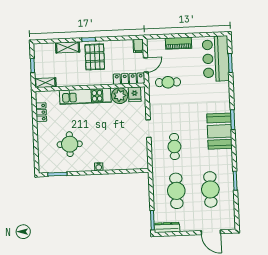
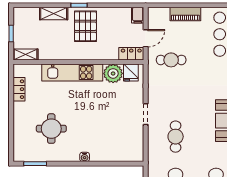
locker: (129, 79) -> (131, 54), width x0.66

